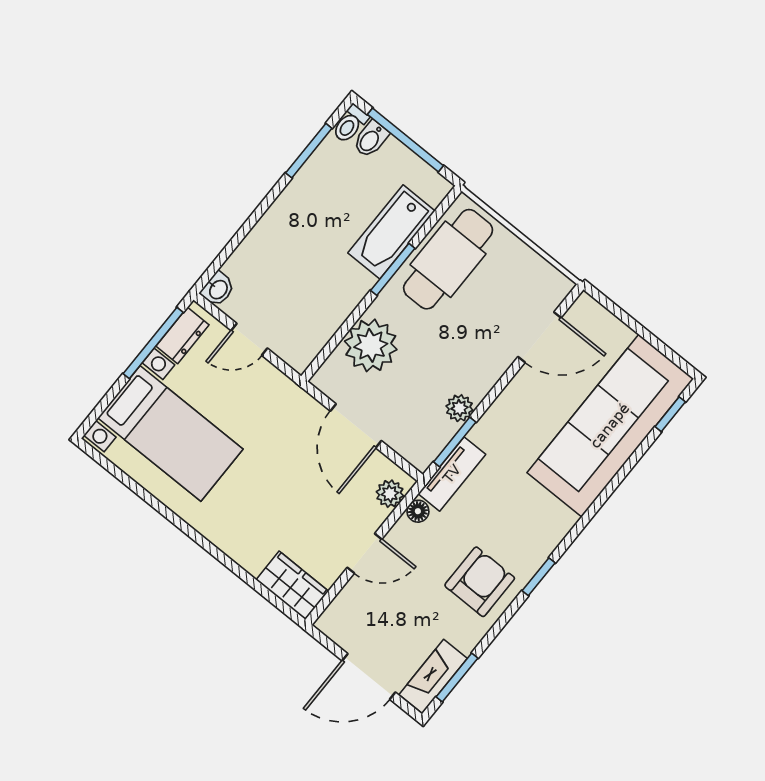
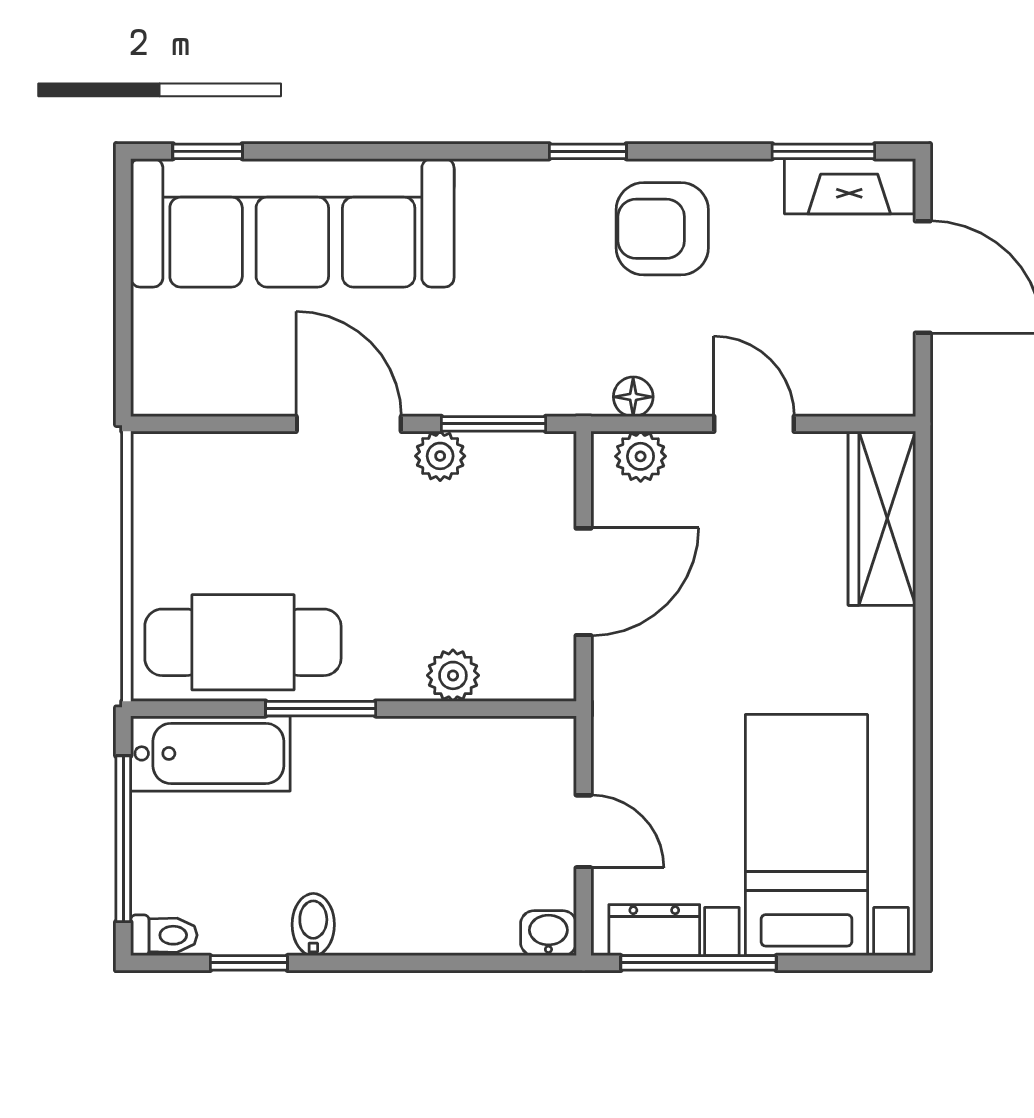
bidet: (371, 139) -> (313, 925), moved, turned -90
window: (309, 151) -> (249, 963), width x0.67
bathtub: (391, 232) -> (210, 753), moved
door: (540, 337) -> (349, 424), moved
plant: (371, 345) -> (453, 675), width x0.53, depth x0.53
tv unit: (452, 474) -> (542, 391), removed
wardrobe: (292, 586) -> (882, 518), width x1.50

